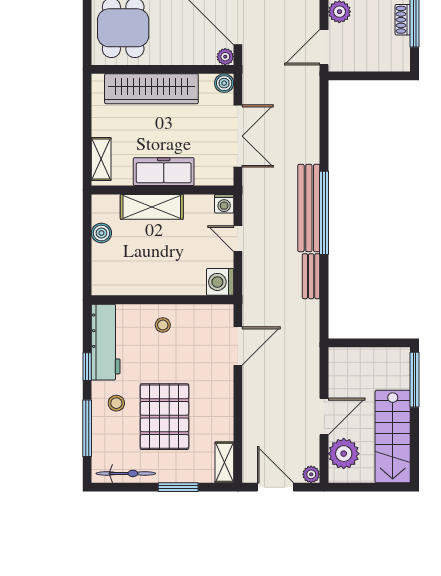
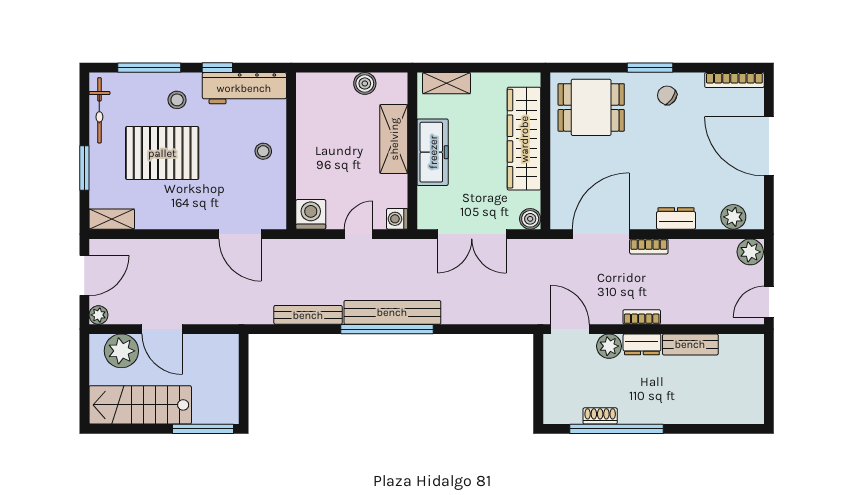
plant: (225, 57) -> (559, 220), removed
bench: (311, 276) -> (308, 315), width x1.36

